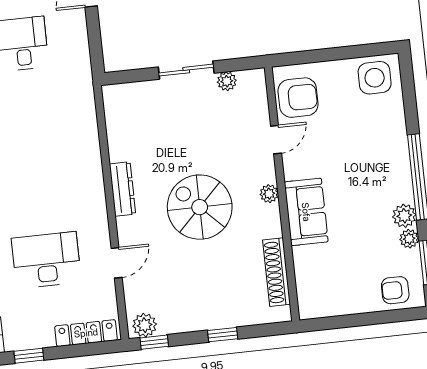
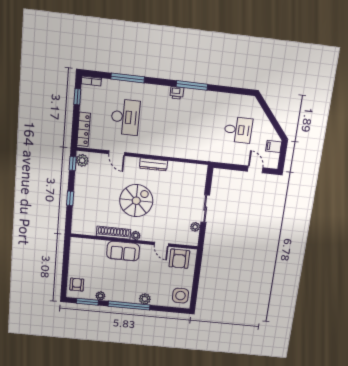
plant: (404, 216) -> (145, 299), moved
shoe rack: (277, 272) -> (114, 233), moved

